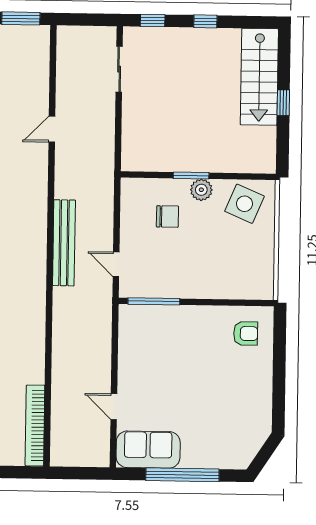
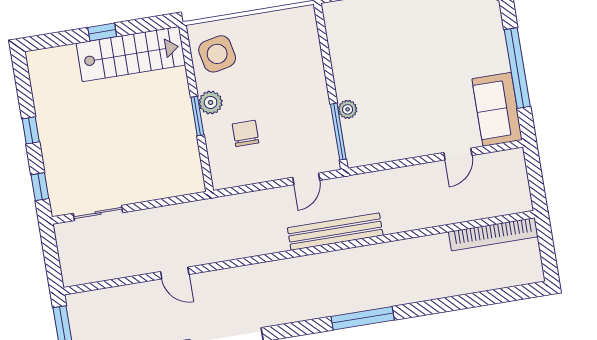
stairs: (259, 77) -> (131, 54), moved
side table: (244, 204) -> (217, 54), turned -35
bench: (64, 243) -> (335, 232), moved
plant: (173, 313) -> (348, 109), added
armchair: (246, 333) -> (355, 28), removed

